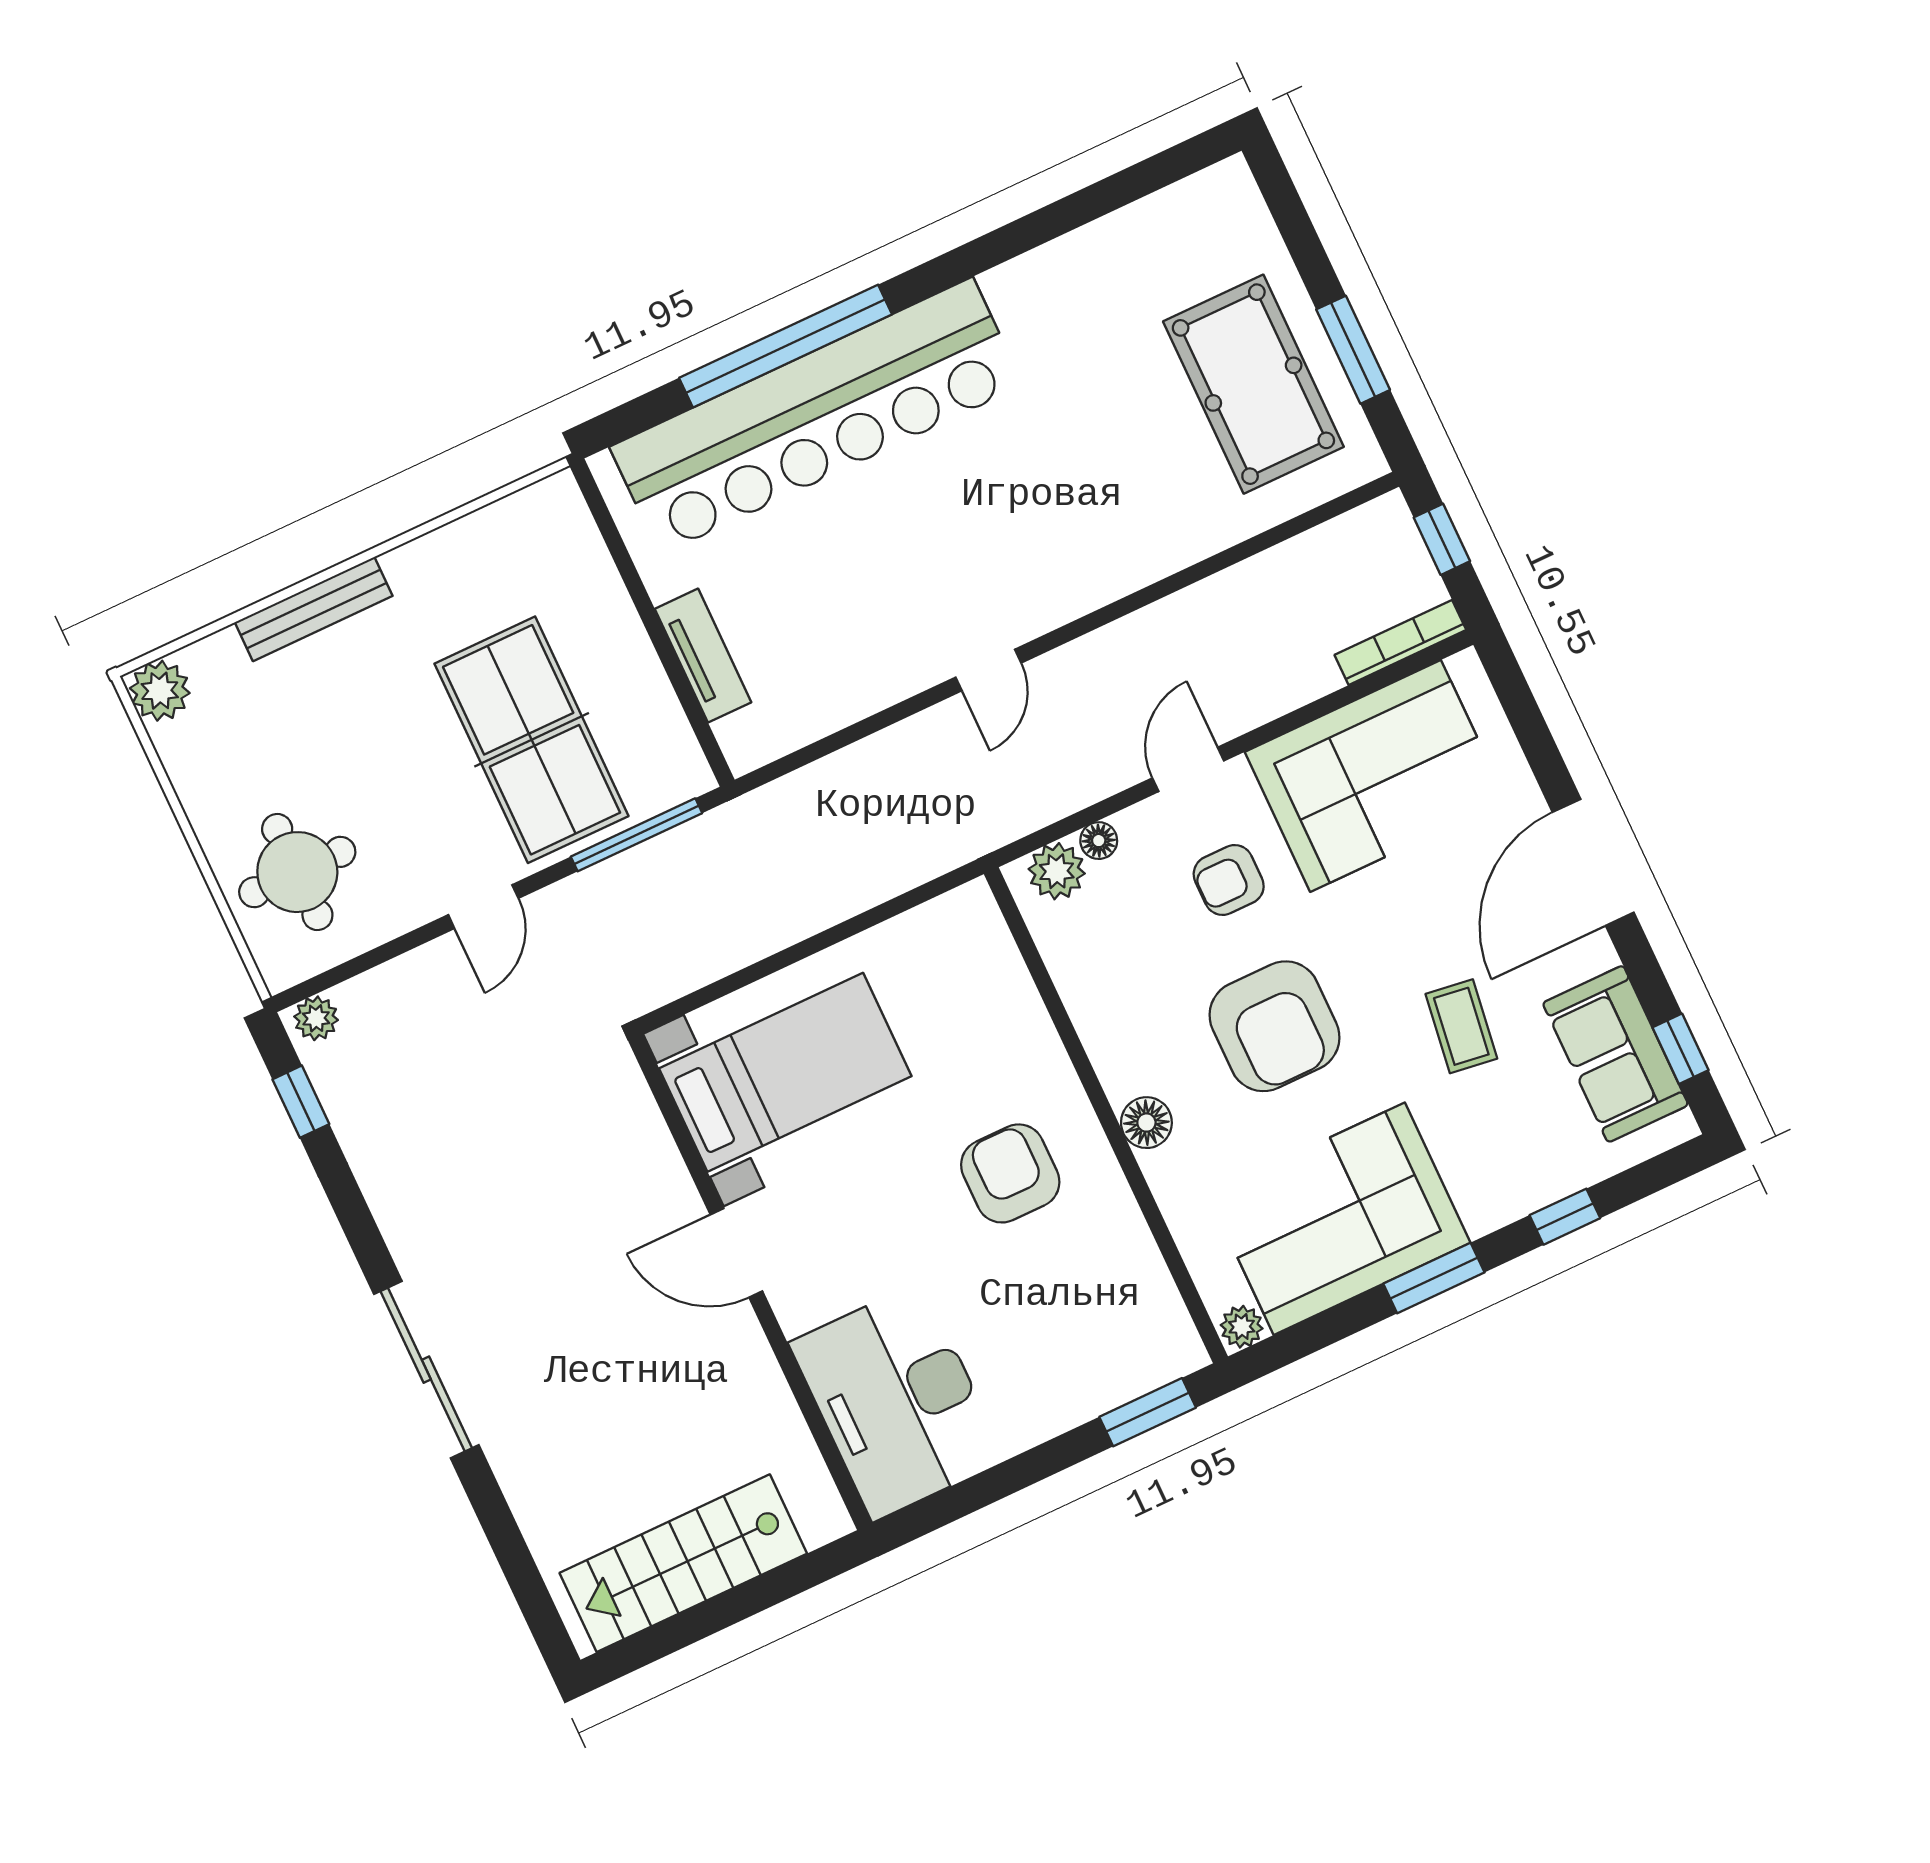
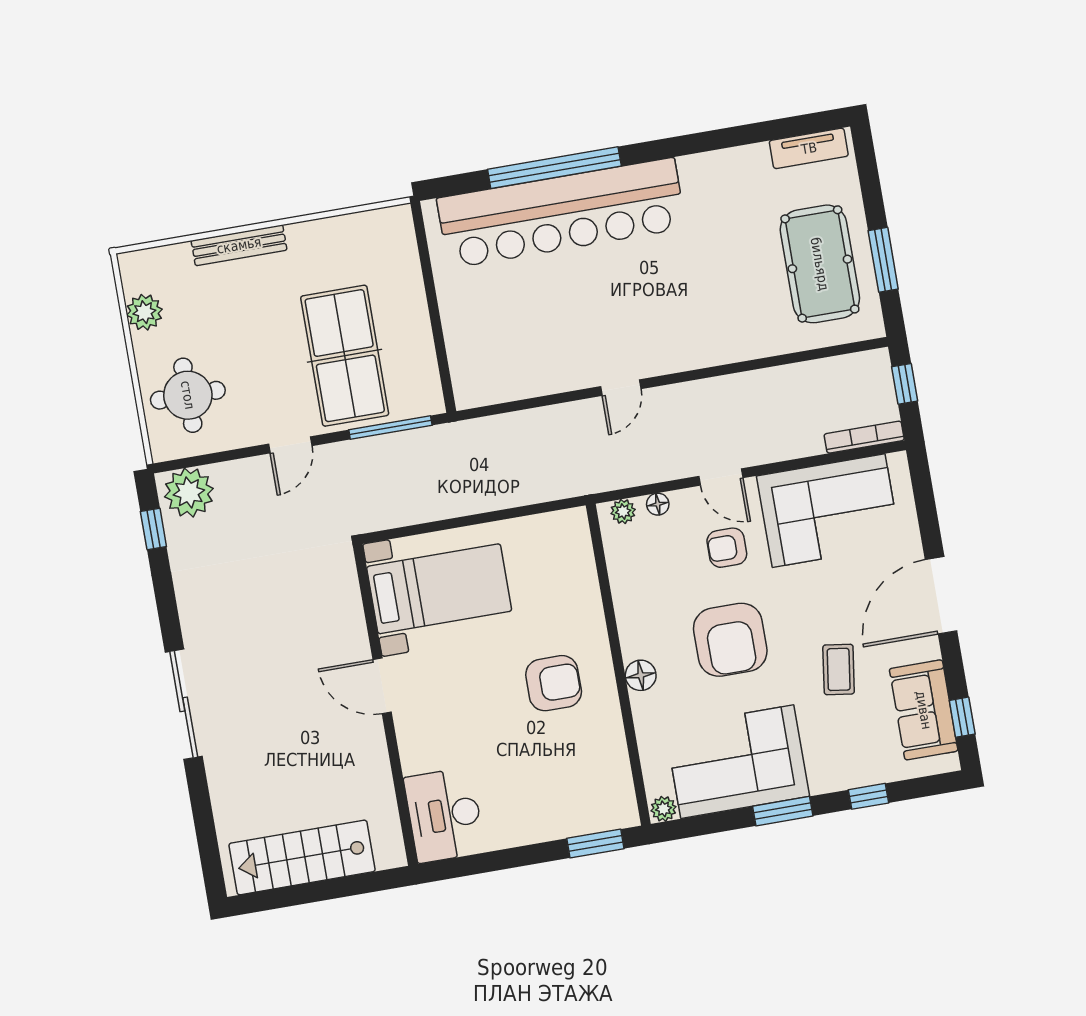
tv unit: (703, 656) -> (809, 148), moved, turned 90
plant: (160, 691) -> (144, 312), moved
door: (1188, 769) -> (721, 477), swing flipped
plant: (1057, 871) -> (623, 511), width x0.73, depth x0.73
plant: (316, 1018) -> (189, 493), width x1.87, depth x1.87
armchair: (1010, 1173) -> (554, 683), turned 90
desk: (897, 1401) -> (444, 815), width x0.73, depth x0.77

